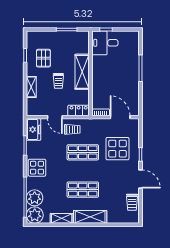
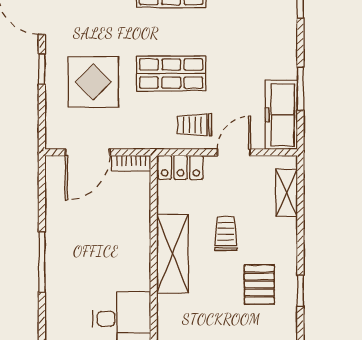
shelving: (31, 87) -> (287, 193), moved
door: (55, 117) -> (234, 152), hinge flipped
door: (120, 117) -> (88, 152), hinge flipped
freezer: (34, 129) -> (281, 115), width x1.40
display table: (37, 168) -> (274, 39), removed

